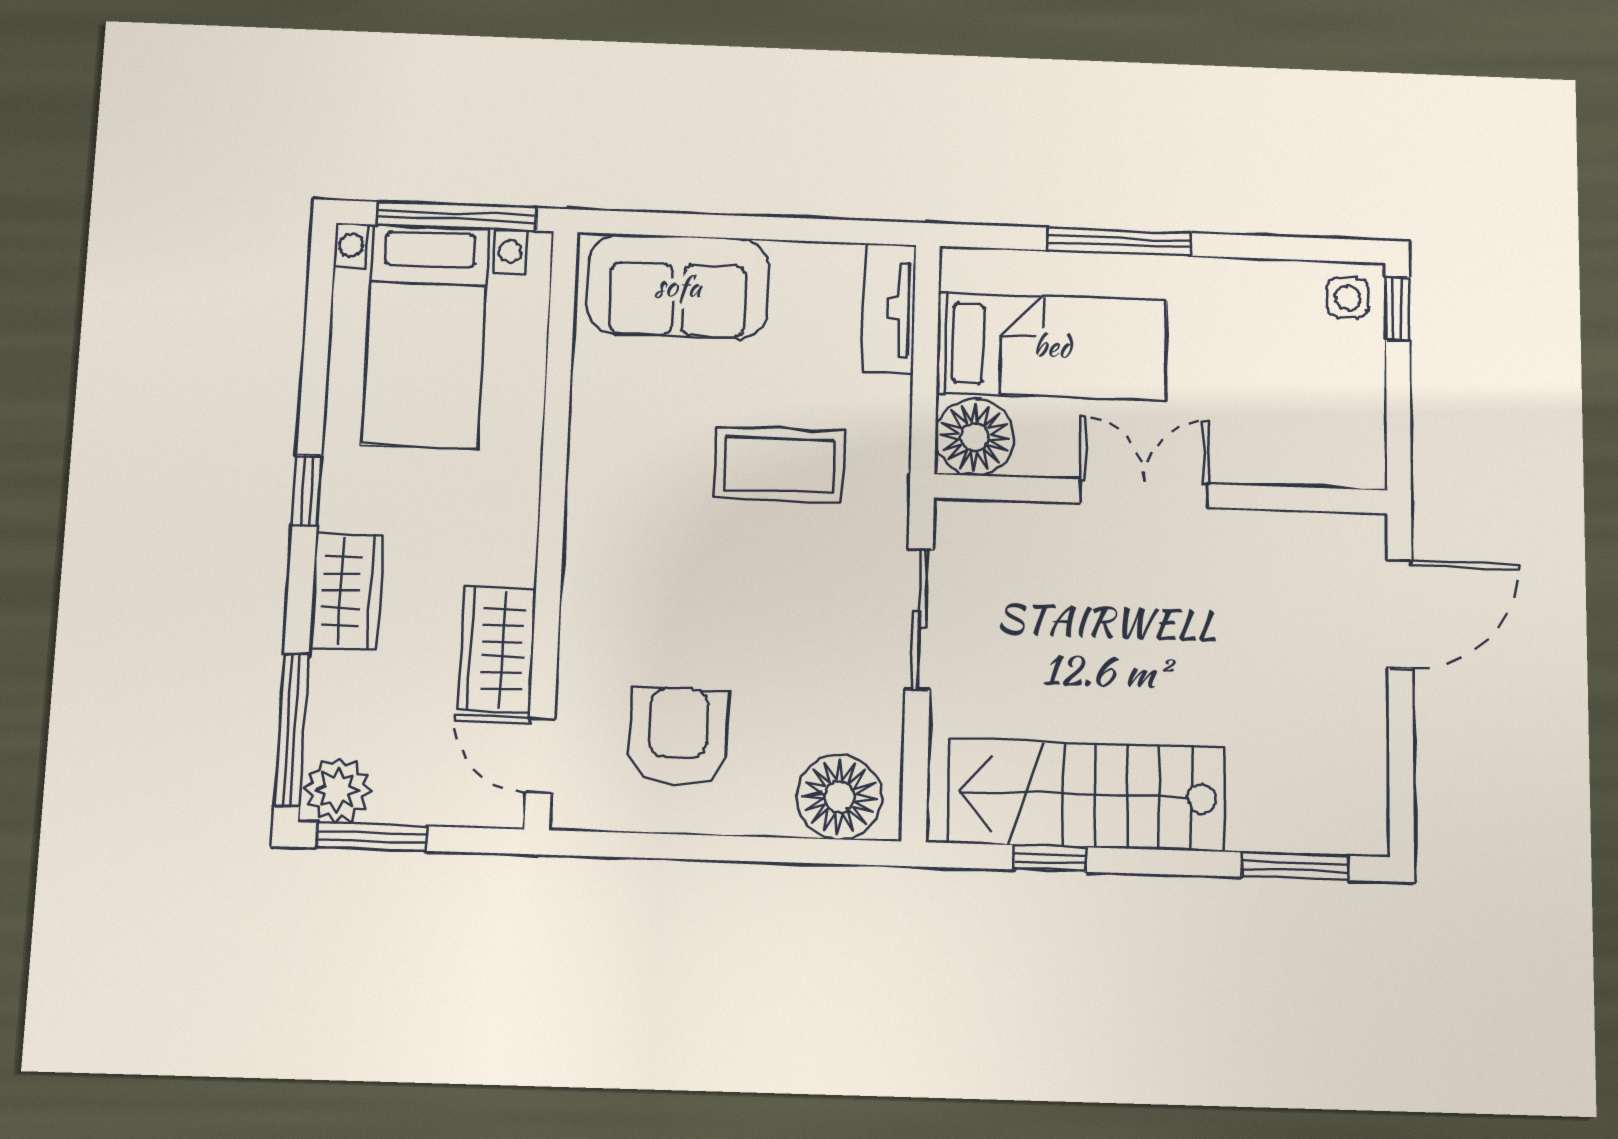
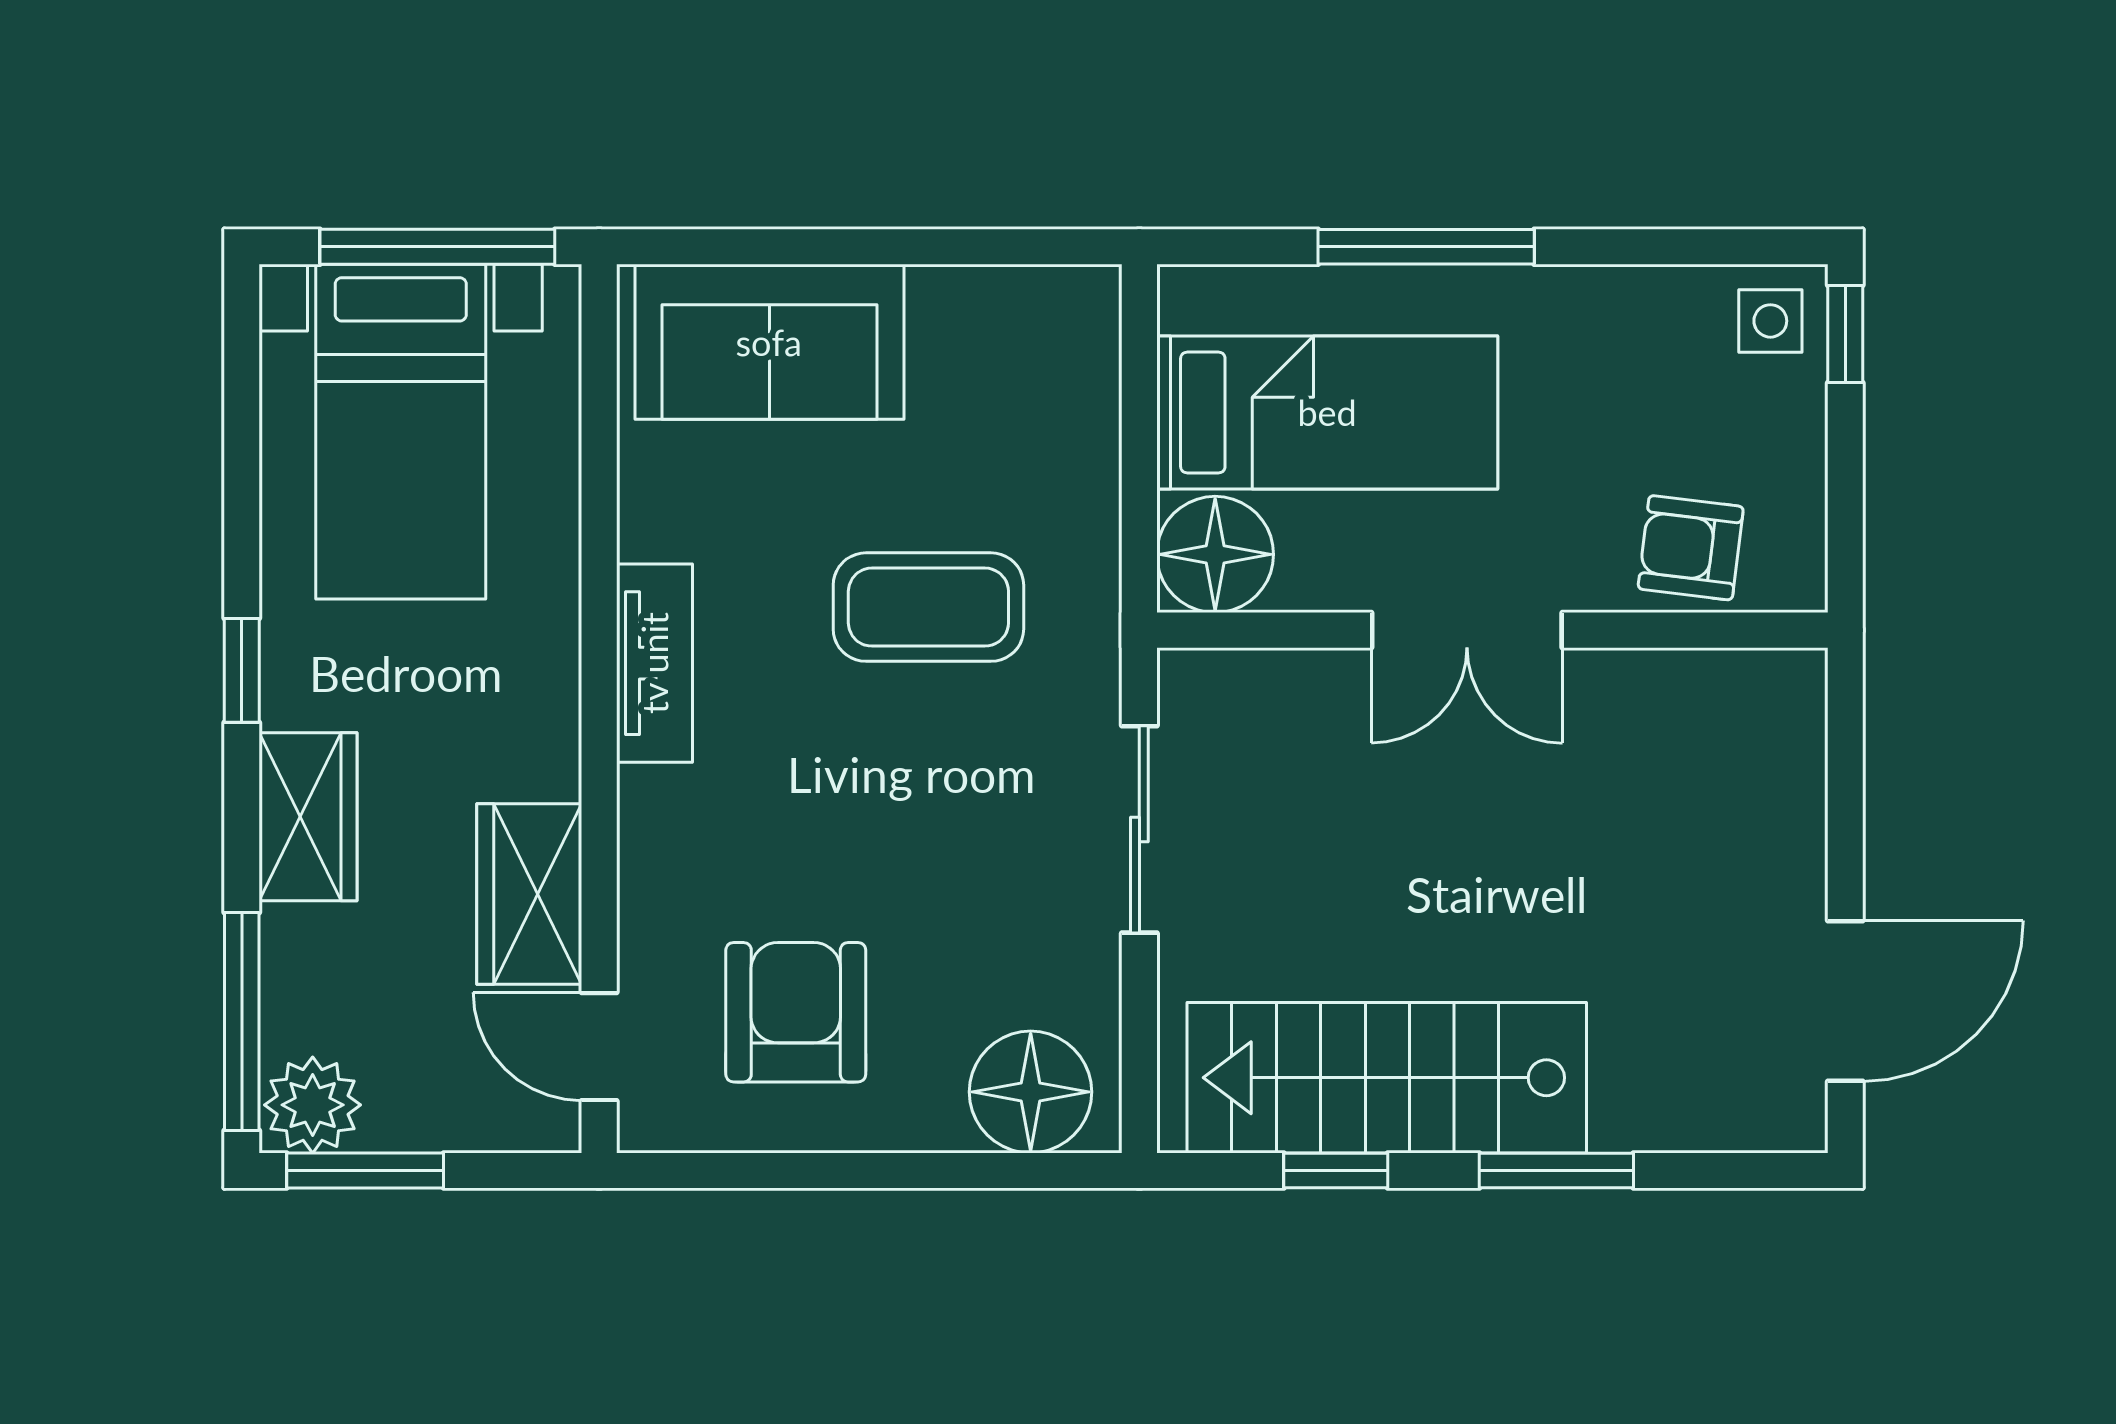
tv unit: (889, 308) -> (654, 663), moved, turned 180
armchair: (1295, 444) -> (1691, 548), added
double door: (1144, 493) -> (1467, 630), swing flipped
door: (1400, 614) -> (1845, 1001), moved
window: (1295, 866) -> (1556, 1170), moved

